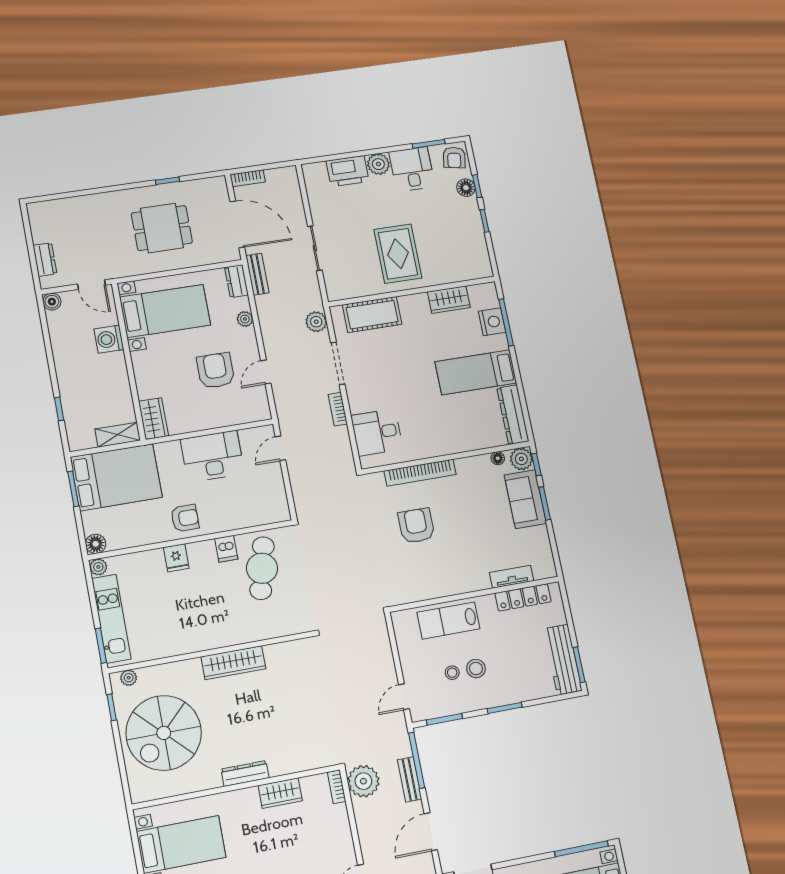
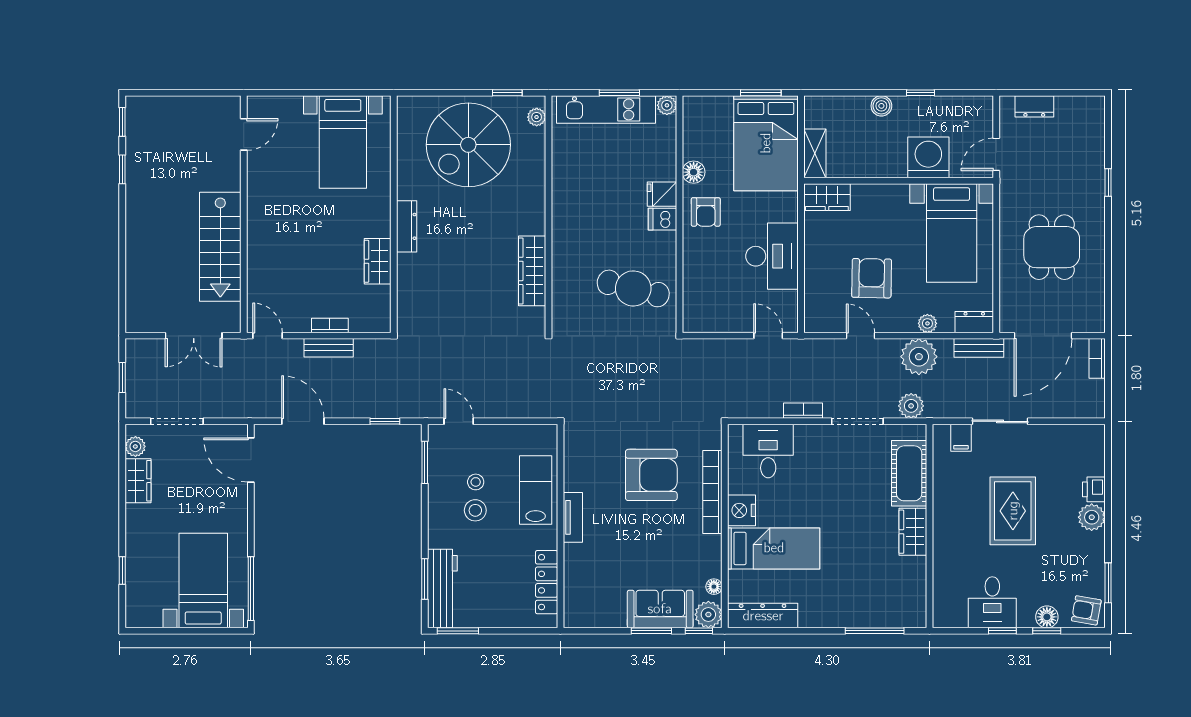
desk: (412, 169) -> (992, 602), moved, turned 90
printer: (348, 171) -> (1094, 489), width x0.53, depth x0.68
window: (167, 181) -> (1108, 183), moved
rug: (398, 254) -> (1013, 511), moved, turned 90
filing cabinet: (335, 277) -> (961, 438), added
wardrobe: (449, 300) -> (913, 532), moved
boiler: (52, 302) -> (881, 106), moved
nightstand: (492, 322) -> (741, 510), moved, turned 90
washing machine: (109, 339) -> (928, 157), width x1.37, depth x1.37
armchair: (216, 371) -> (872, 278), turned -89
bed: (476, 372) -> (774, 548), moved, turned 90
window: (59, 409) -> (920, 93), moved
armchair: (416, 526) -> (651, 475), width x1.36, depth x1.36
floor lamp: (96, 544) -> (694, 172), moved
dishwasher: (226, 549) -> (662, 219), moved
tv unit: (512, 577) -> (573, 517), moved
window: (101, 646) -> (619, 93), moved
workbench: (563, 660) -> (442, 589), moved, turned 90
wardrobe: (233, 663) -> (532, 271), moved
window: (505, 708) -> (425, 579), moved
spiral stairs: (164, 733) -> (468, 145), turned -90
window: (417, 760) -> (385, 421), width x0.46
bench: (410, 779) -> (329, 348), moved
plant: (363, 781) -> (919, 357), moved
bookcase: (337, 787) -> (330, 325), moved

